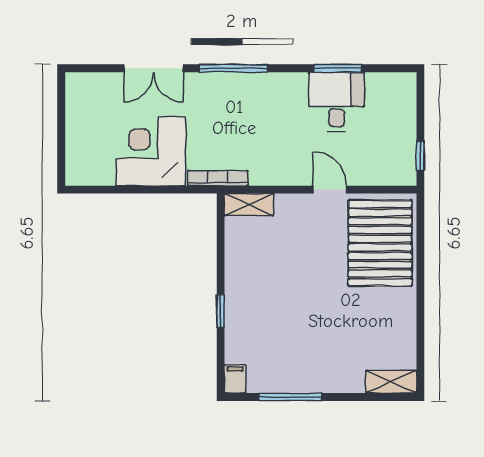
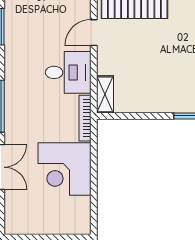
desk: (337, 102) -> (68, 72), moved, turned 180

